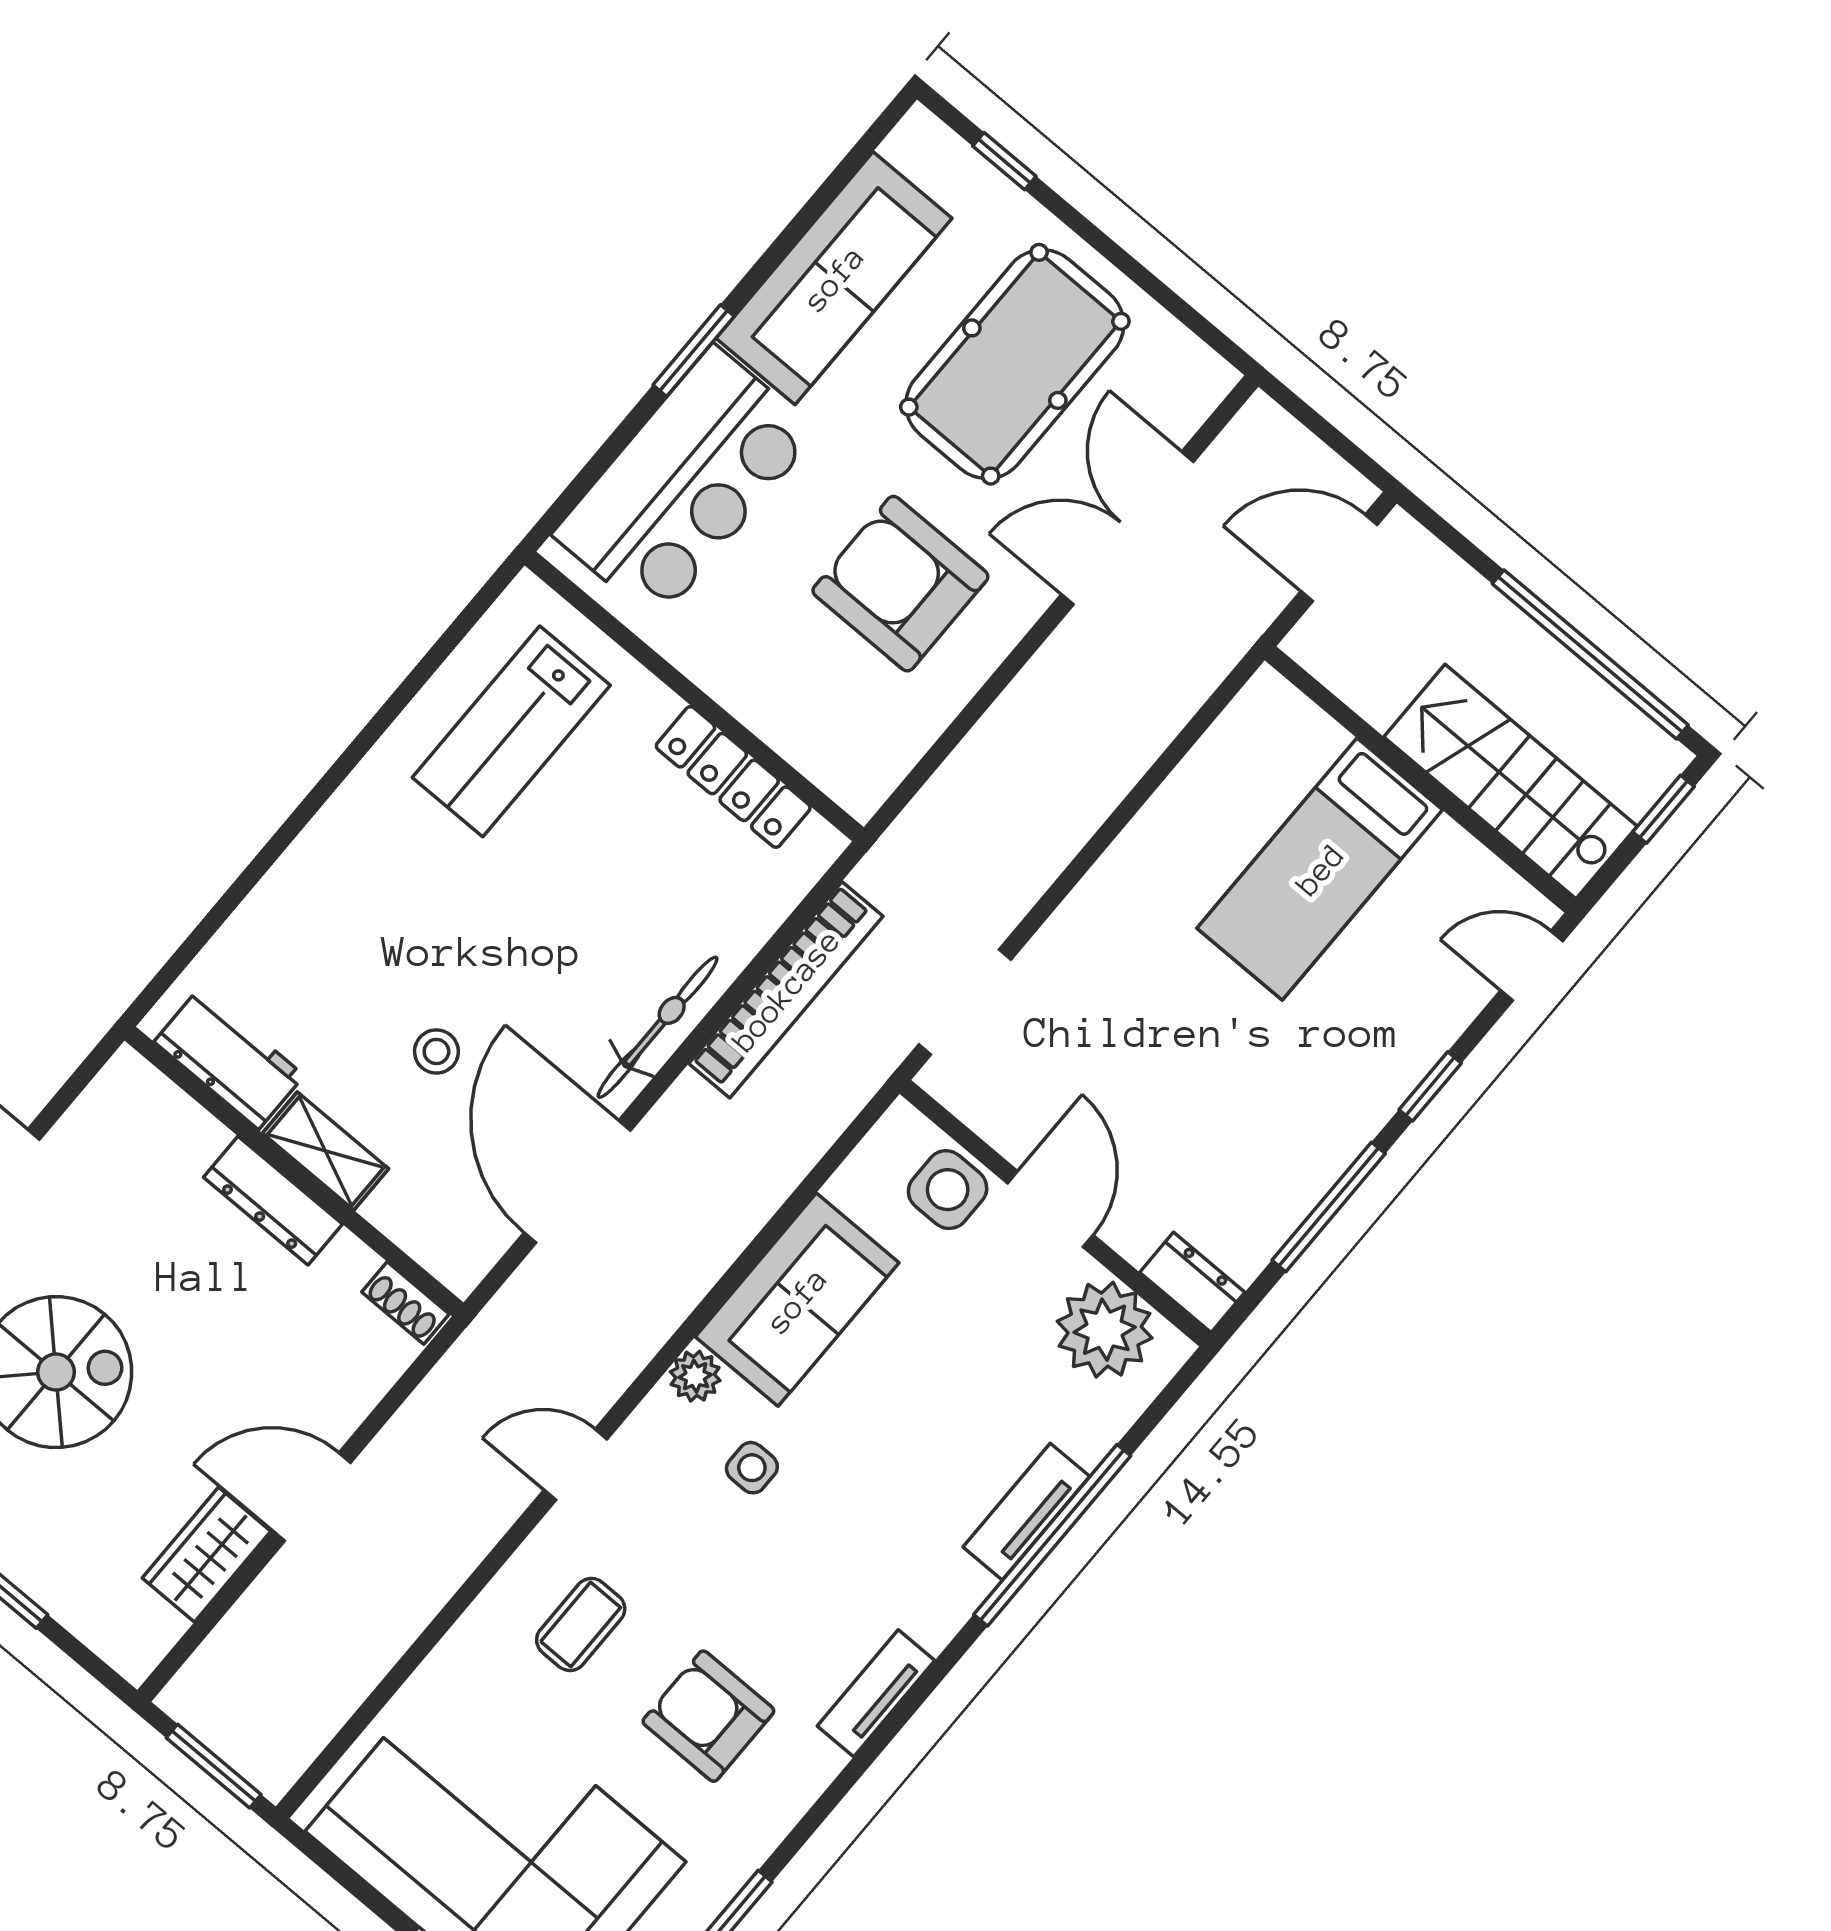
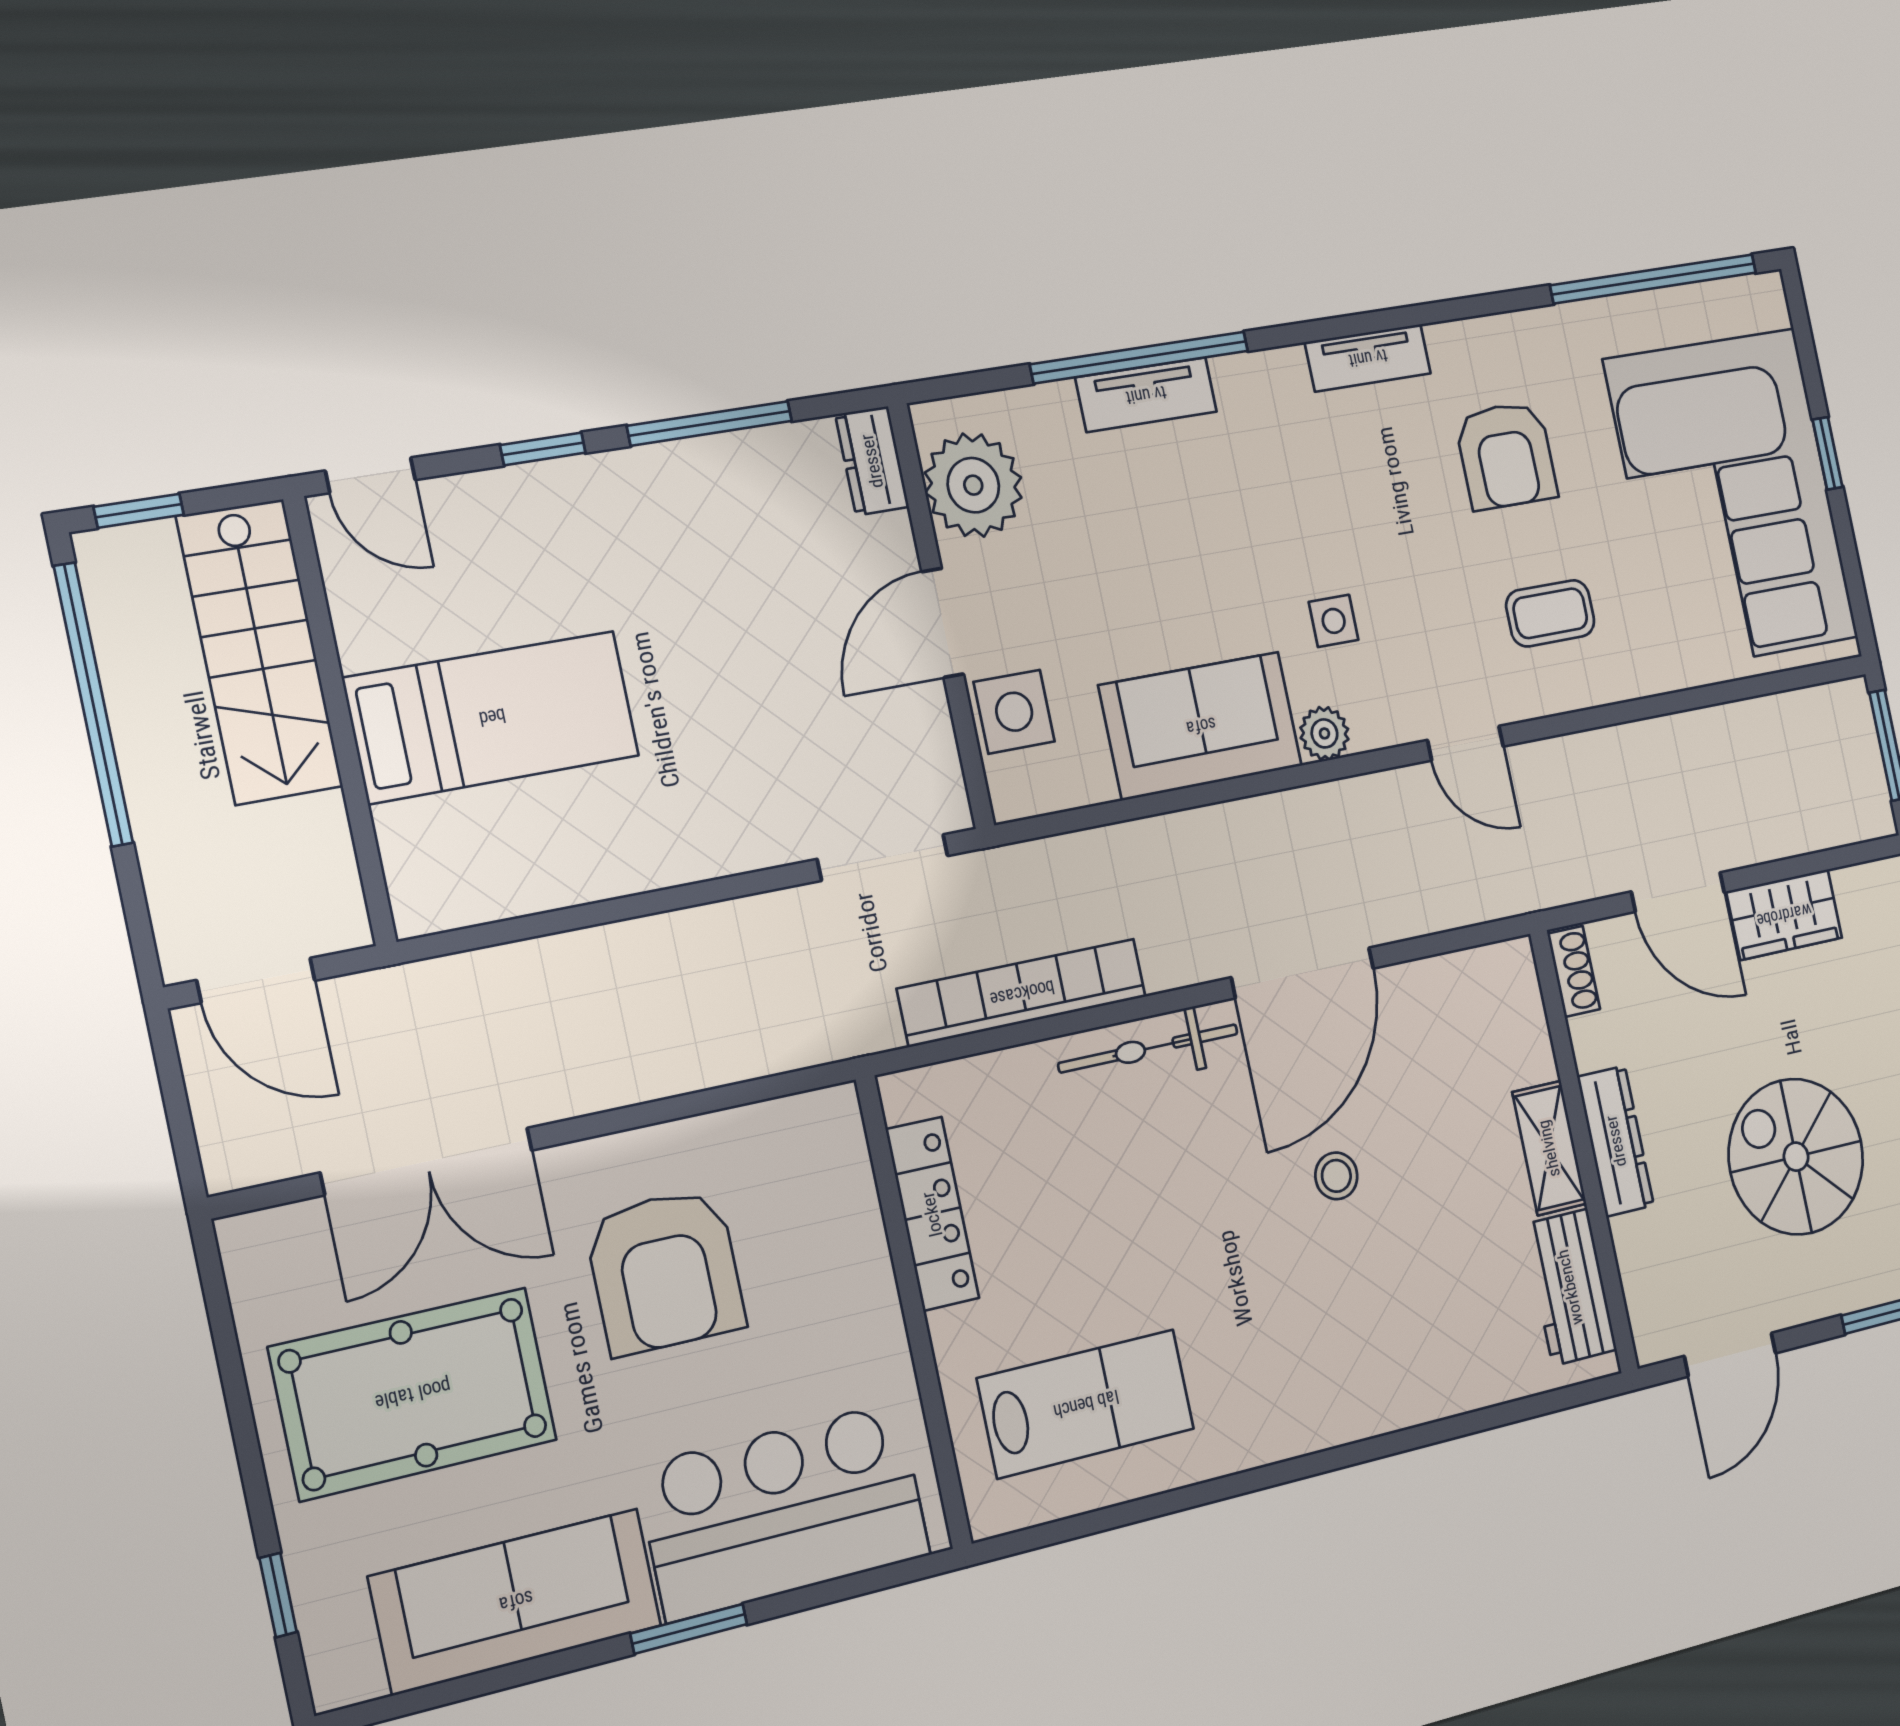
workbench: (229, 1059) -> (1570, 1287), moved
shelving: (326, 1151) -> (1549, 1148), moved
wall: (294, 1171) -> (1584, 1151), moved
dresser: (273, 1201) -> (1616, 1141), moved
shoe rack: (405, 1303) -> (1574, 971), moved

